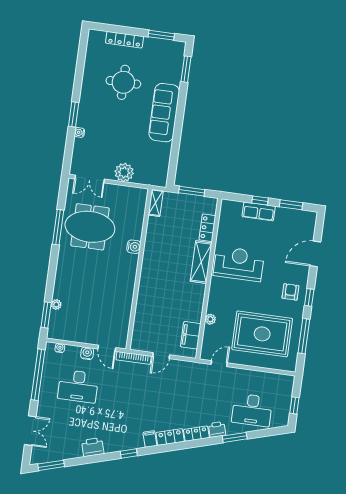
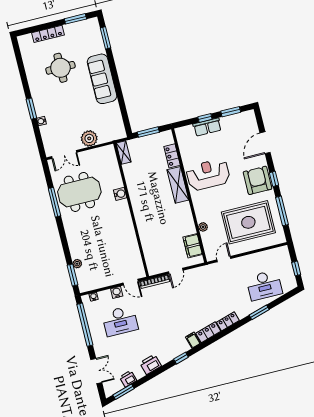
armchair: (290, 292) -> (258, 180), width x1.88, depth x1.88
printer: (217, 429) -> (128, 379), moved

